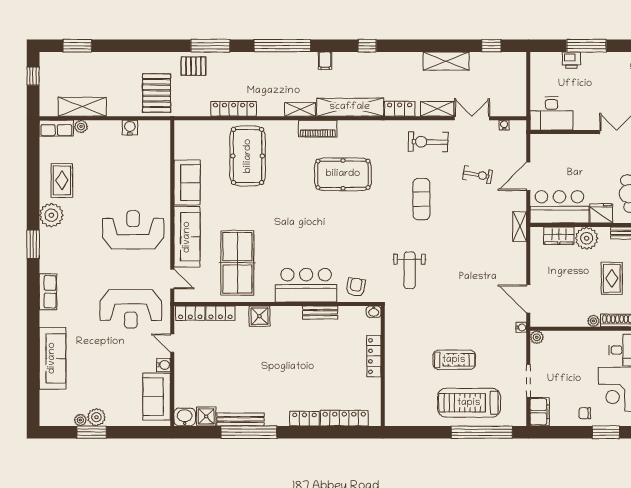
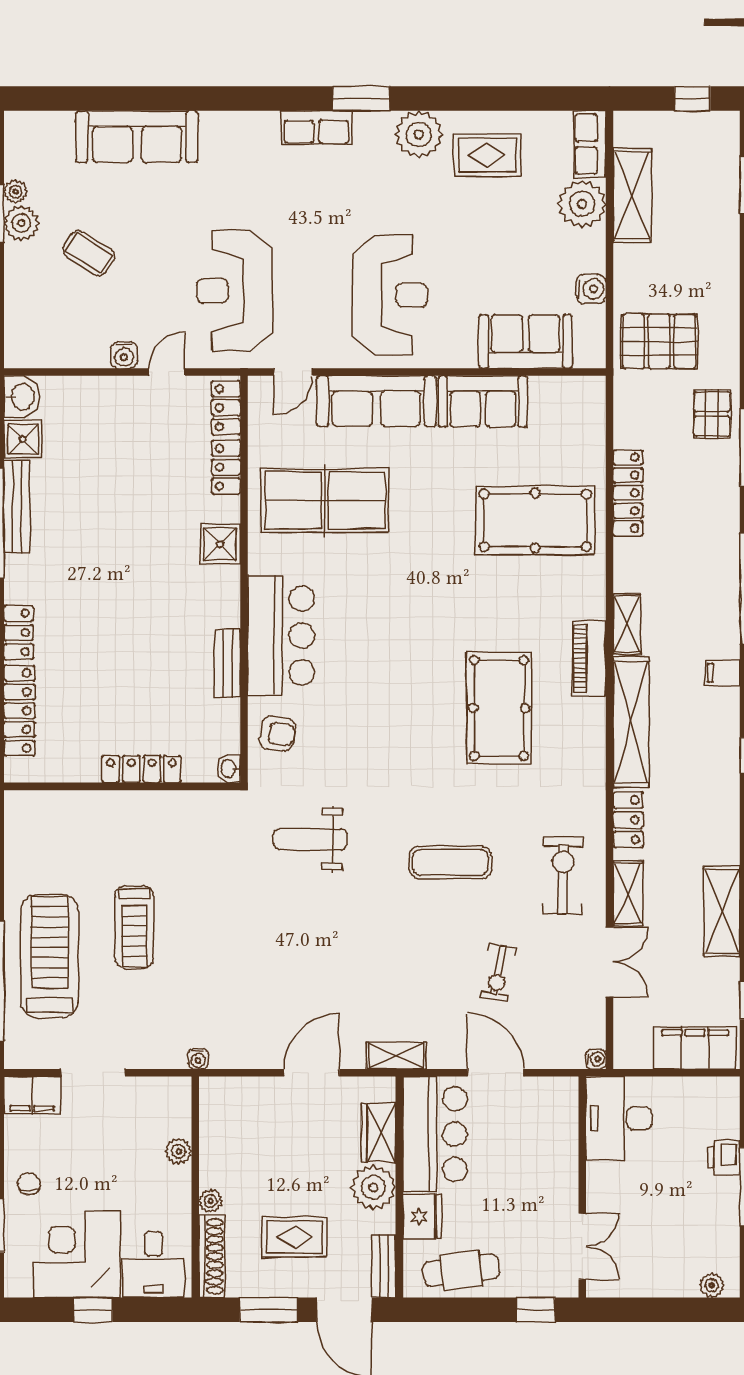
filing cabinet: (516, 75) -> (695, 1048), added
water cooler: (504, 125) -> (596, 1059), moved
plant: (81, 127) -> (582, 204), width x1.87, depth x1.87
row of seats: (48, 292) -> (316, 128), moved
door: (528, 299) -> (311, 1073), moved
plant: (537, 337) -> (179, 1151), moved
coffee table: (112, 383) -> (89, 253), added
sofa: (157, 397) -> (525, 342), moved

